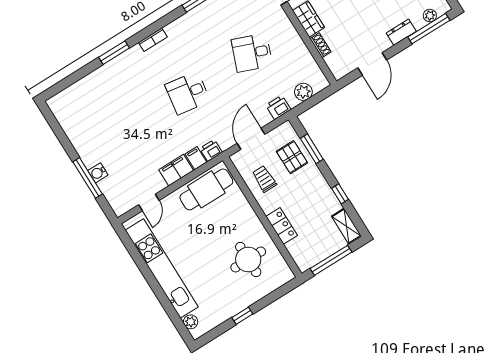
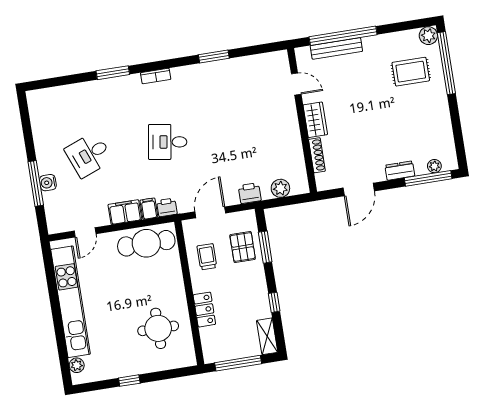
shoe rack: (321, 45) -> (317, 155), width x1.43
desk: (252, 53) -> (89, 155), moved, turned -42

